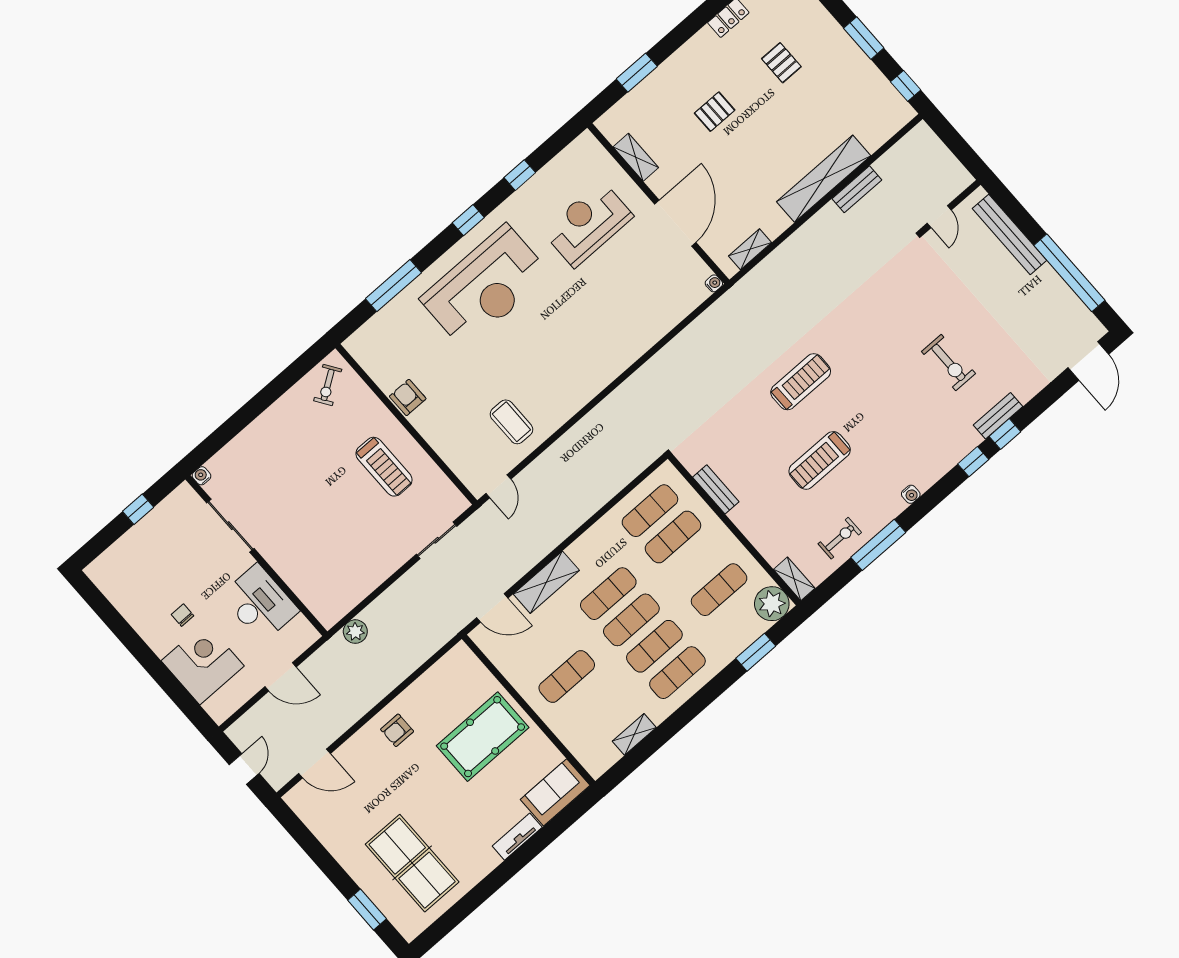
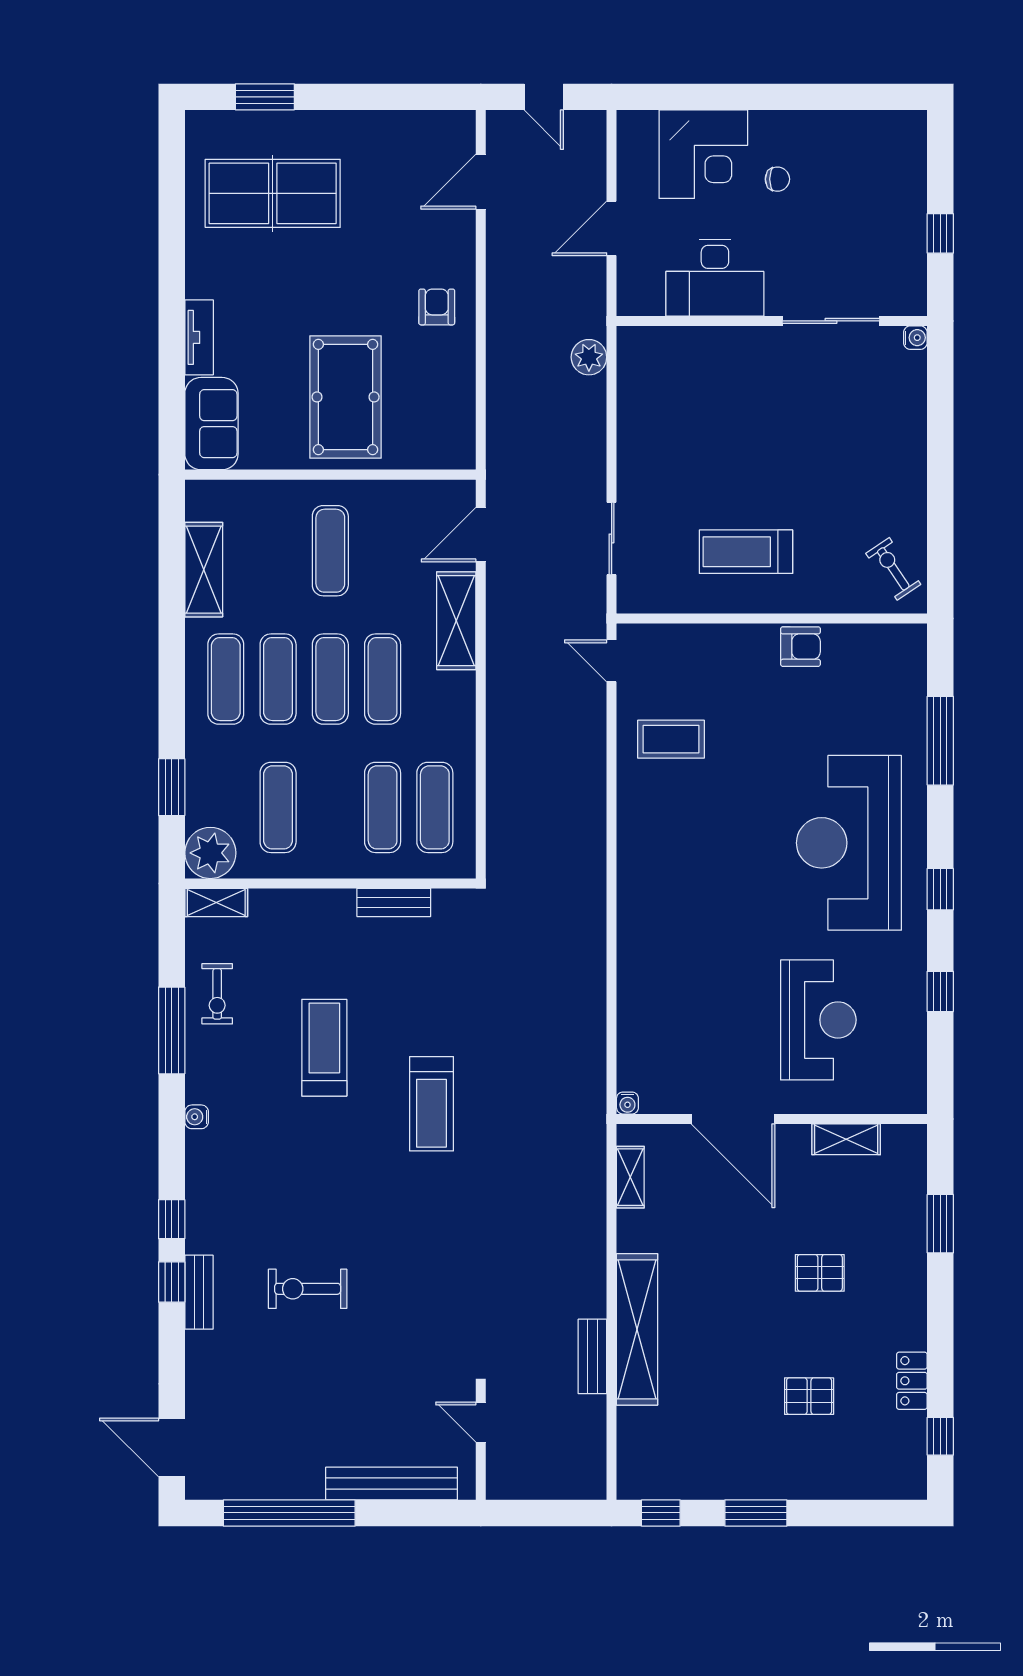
pallet: (715, 112) -> (820, 1273), turned 90
shelving: (634, 734) -> (204, 570), width x1.50, depth x1.33

